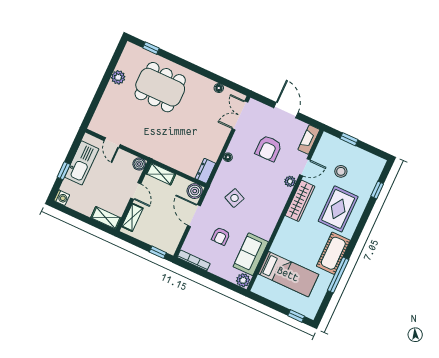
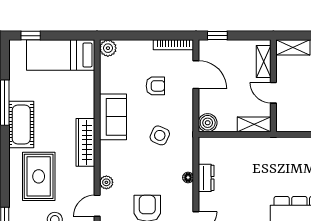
boiler: (139, 164) -> (283, 124), removed
dresser: (205, 171) -> (206, 178), moved
wardrobe: (300, 201) -> (85, 142), moved
door: (194, 216) -> (196, 75), moved
armchair: (221, 236) -> (155, 86), turned 90
sofa: (251, 254) -> (113, 117), moved
bed: (288, 274) -> (61, 55), moved

